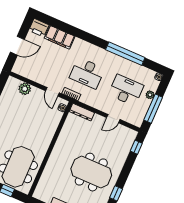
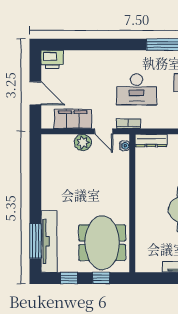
filing cabinet: (60, 37) -> (73, 119), moved, turned 180
door: (17, 46) -> (35, 93), hinge flipped
plant: (25, 89) -> (83, 142), moved

